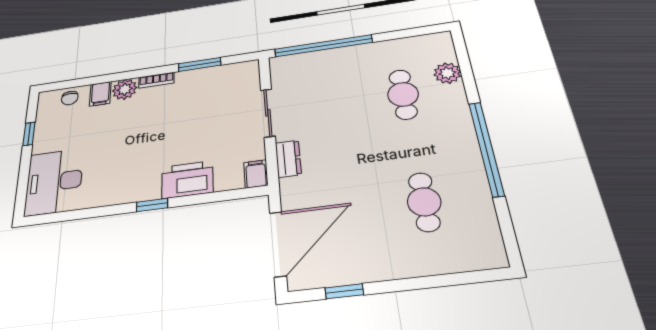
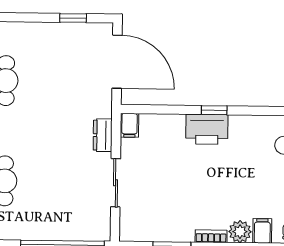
printer: (187, 180) -> (207, 129), moved
door: (278, 244) -> (117, 62), swing flipped

